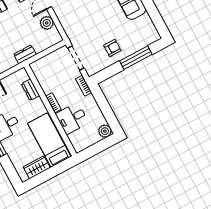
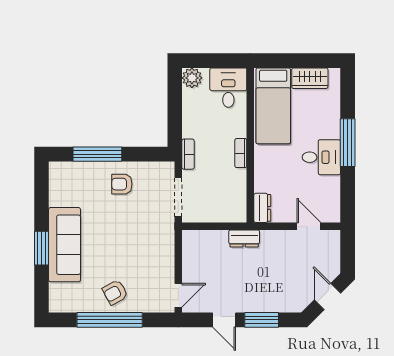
plant: (47, 23) -> (192, 265), removed
dresser: (30, 90) -> (262, 208), moved
desk: (72, 118) -> (228, 88), moved, turned -90

